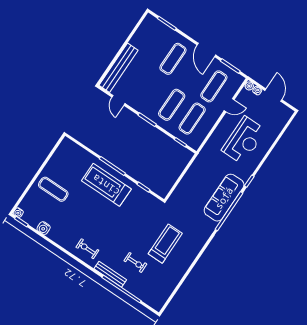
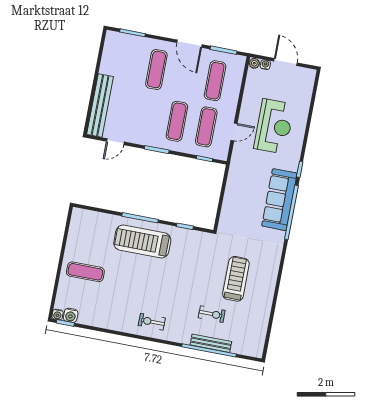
door: (118, 100) -> (115, 142), hinge flipped
door: (229, 105) -> (234, 132), moved
water cooler: (44, 228) -> (71, 315), moved
bench: (110, 274) -> (211, 343), moved

